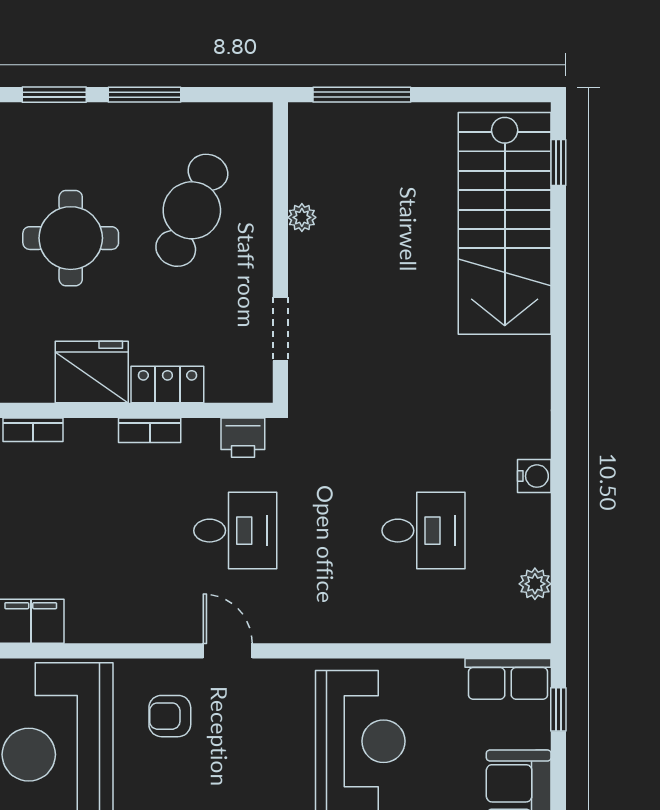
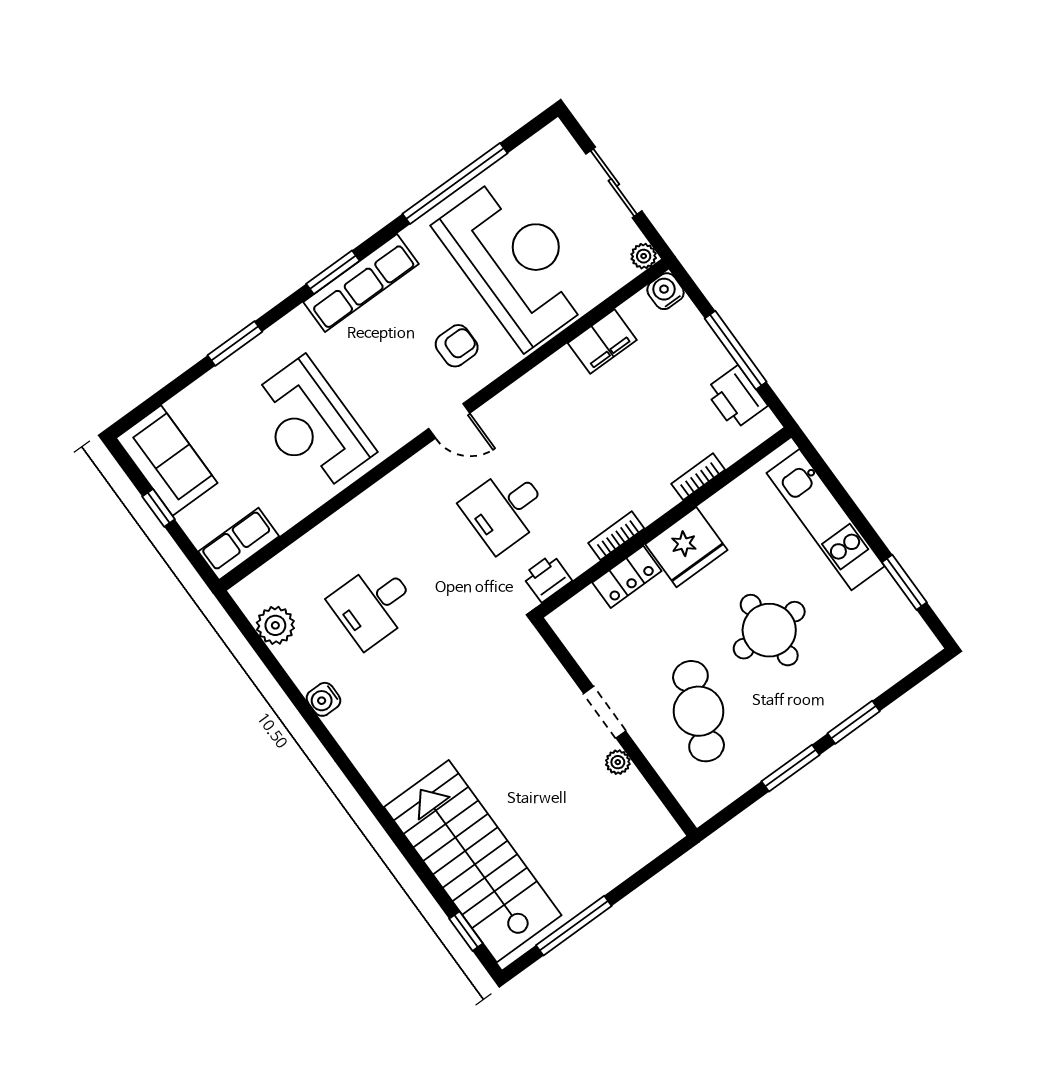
window: (362, 95) -> (574, 926), moved
doorway: (280, 329) -> (605, 712), moved
plant: (535, 584) -> (275, 625), width x1.38, depth x1.38
window: (558, 709) -> (159, 508), moved

